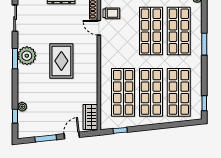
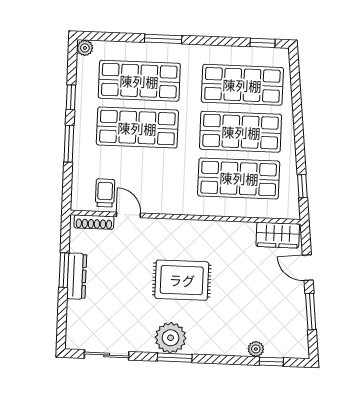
door: (99, 28) -> (128, 215), swing flipped

